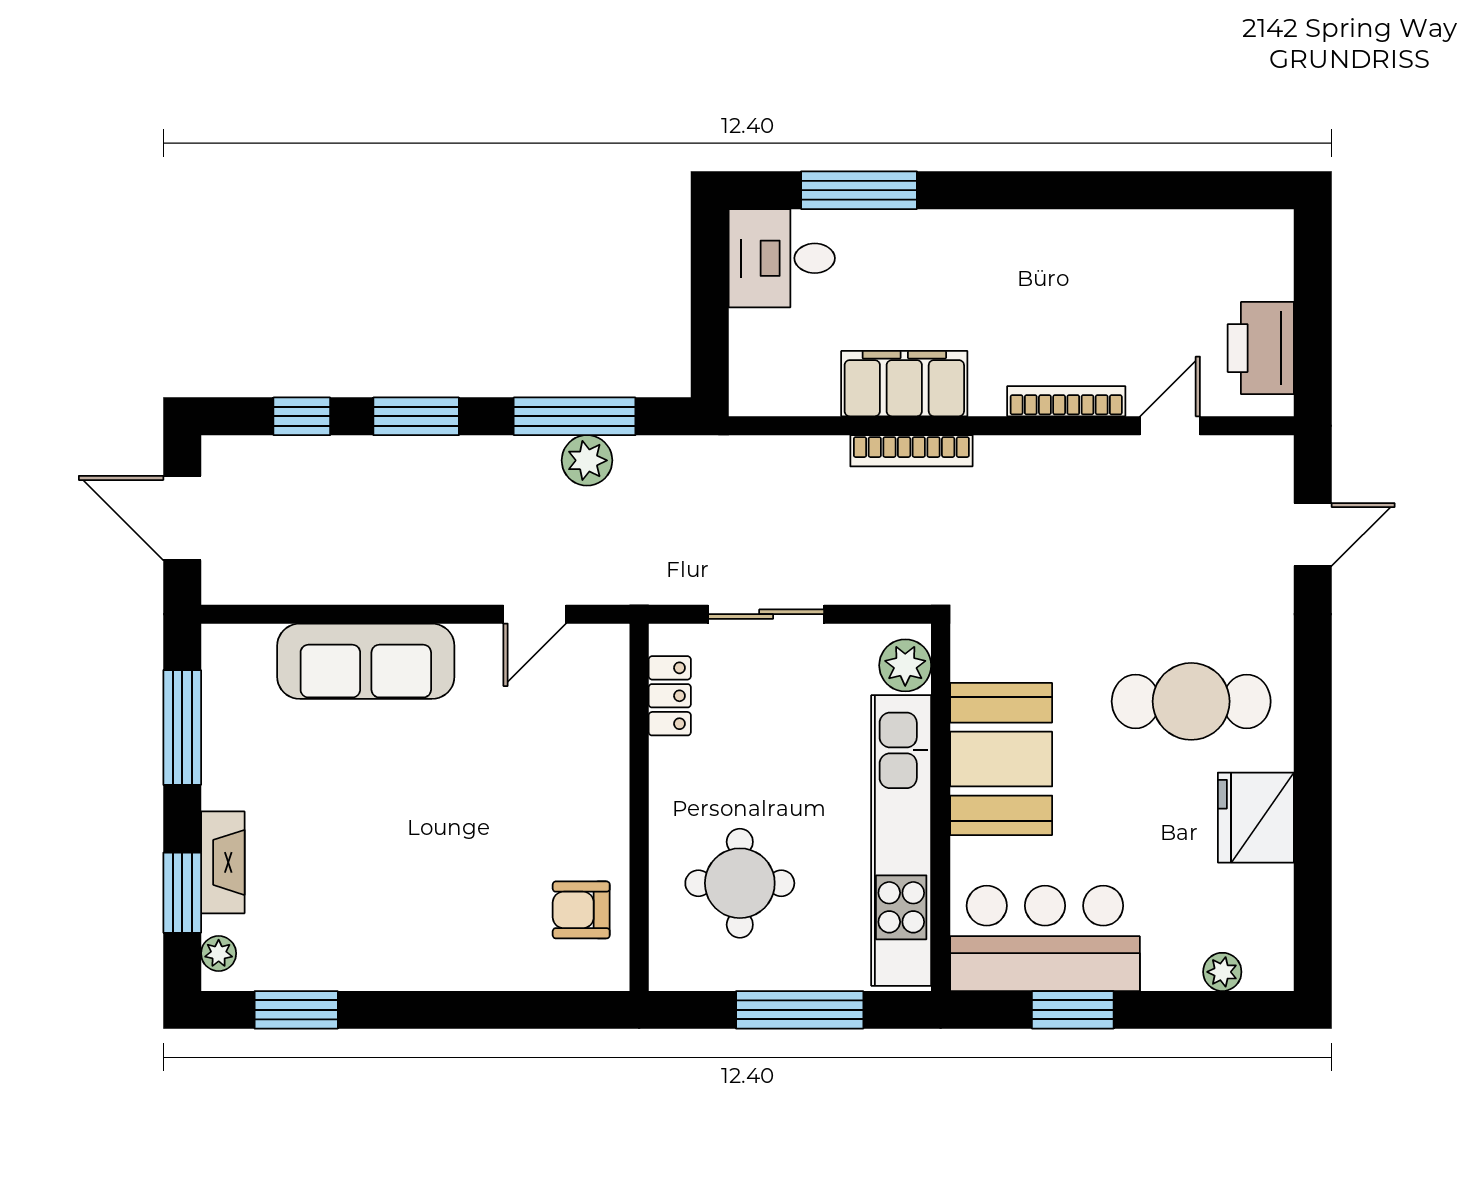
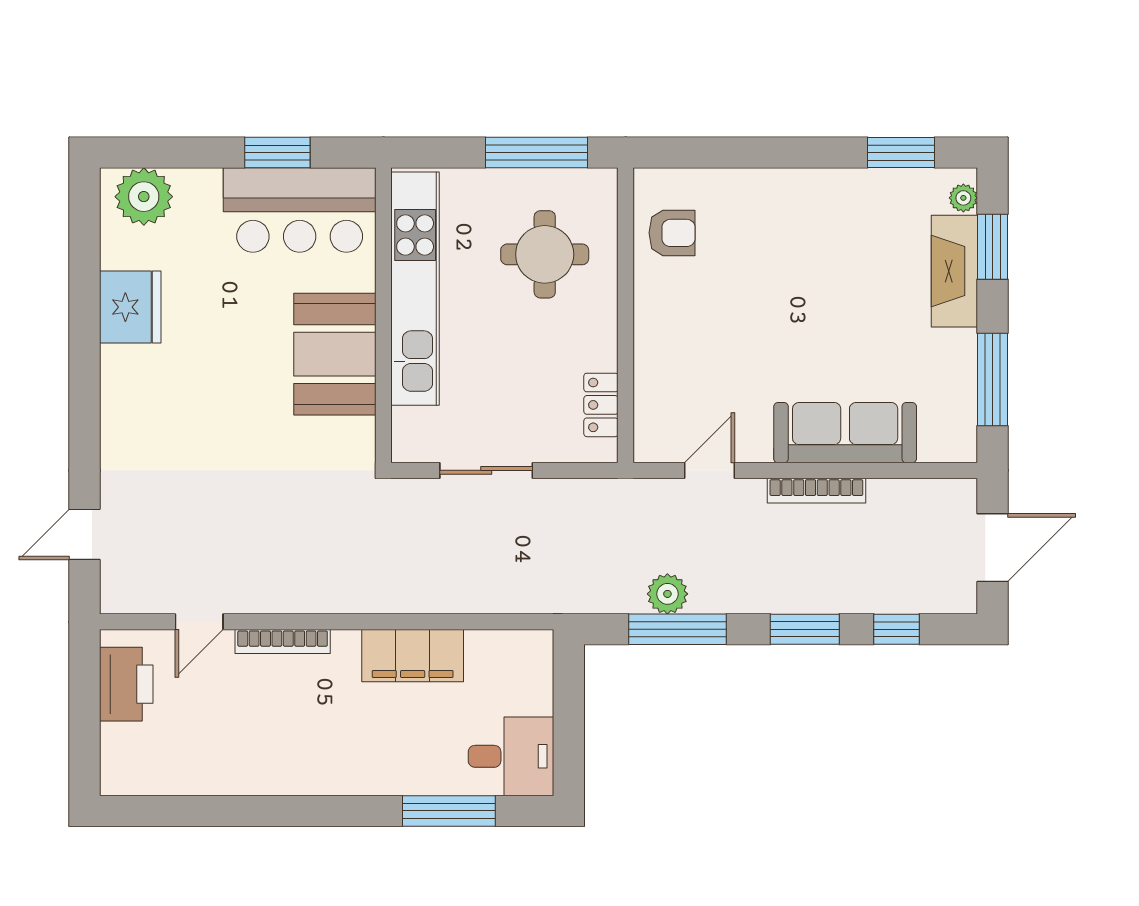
bookcase: (911, 451) -> (816, 491), moved, turned 180
door: (182, 518) -> (993, 548), hinge flipped
sliding door: (766, 614) -> (486, 470), moved
plant: (905, 665) -> (412, 429), removed
cafe table: (1191, 701) -> (182, 400), removed
fireplace: (223, 862) -> (954, 271), width x1.37, depth x1.32
plant: (1222, 972) -> (144, 197), width x1.87, depth x1.87
window: (800, 1010) -> (537, 153), moved

